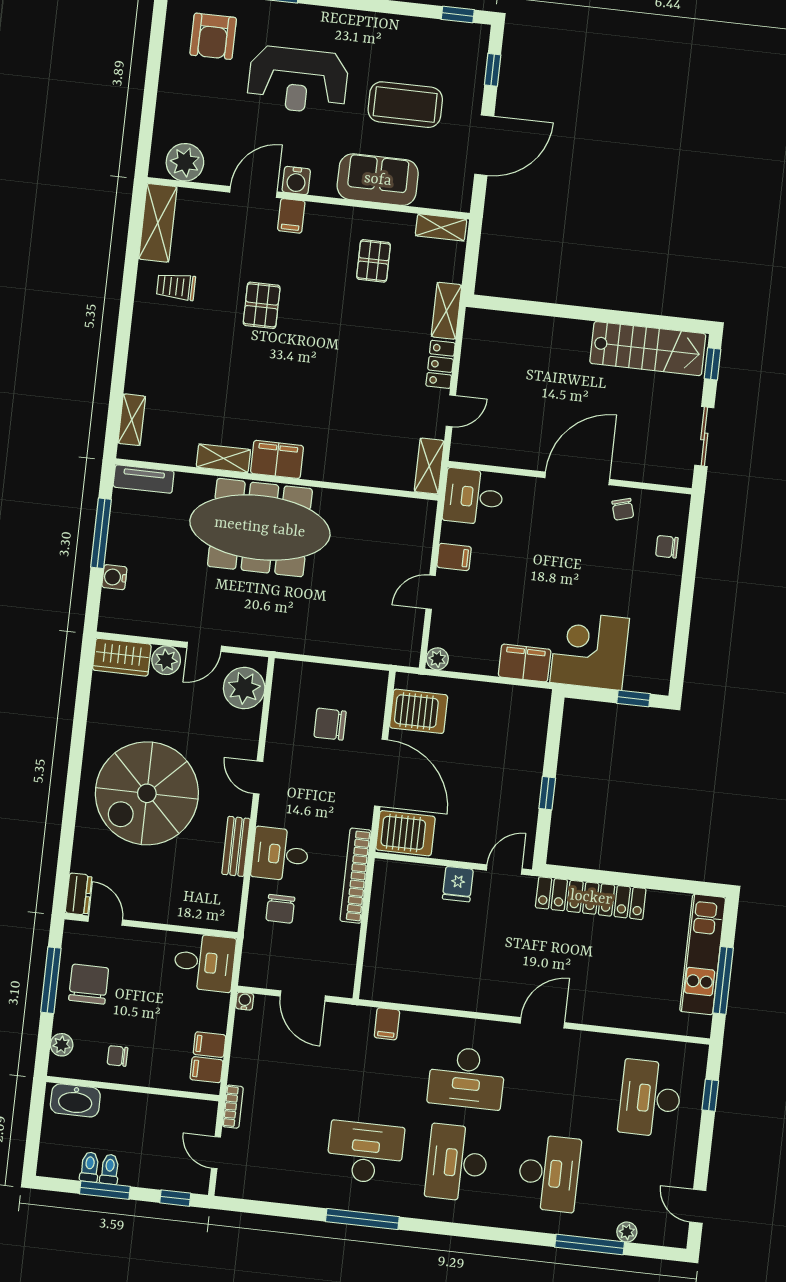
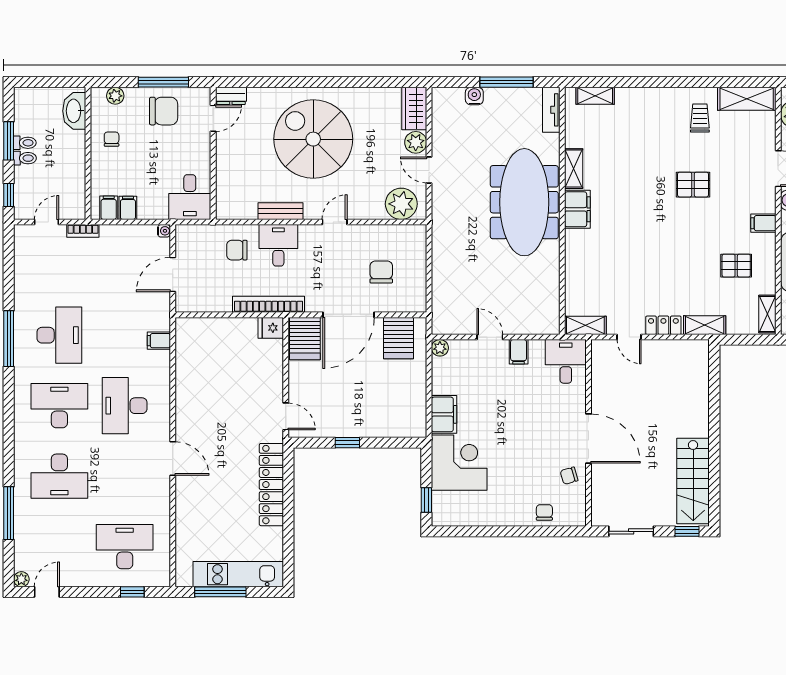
filing cabinet: (291, 216) -> (763, 223), moved
fridge: (458, 884) -> (271, 328), moved
toilet: (90, 1167) -> (25, 158), moved
plant: (627, 1232) -> (21, 579), moved

